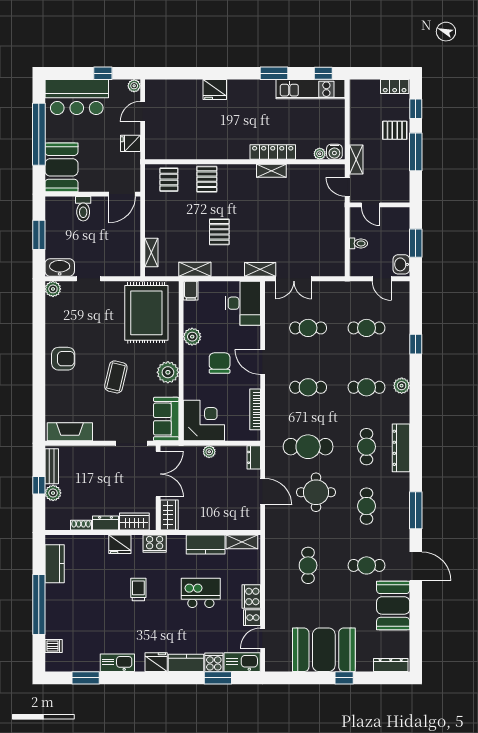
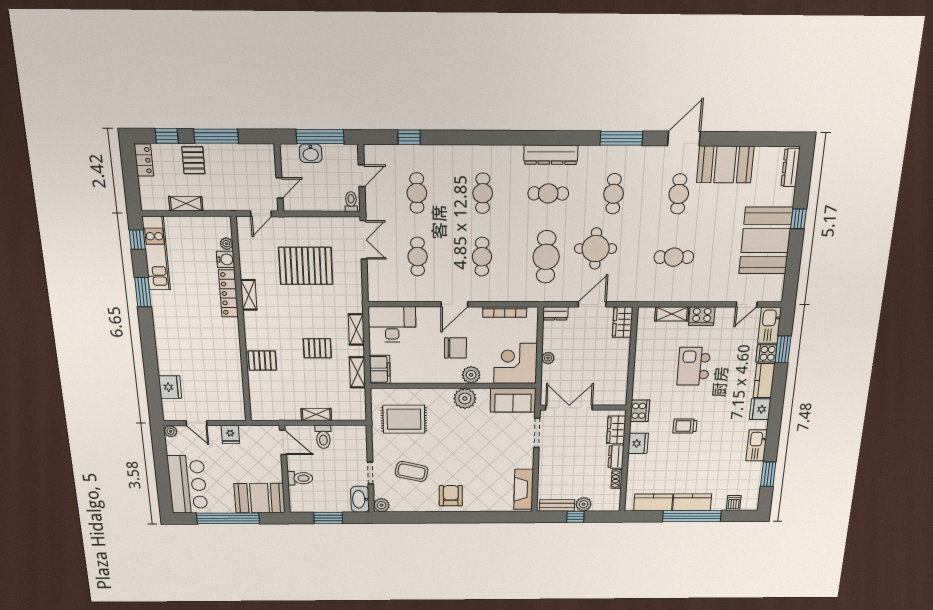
window: (103, 73) -> (161, 461), removed
fridge: (215, 90) -> (170, 387), moved
water cooler: (334, 152) -> (226, 259), moved
shelving: (356, 159) -> (186, 204), moved
pallet: (169, 180) -> (306, 266), moved, width x2.05, depth x2.00
toilet: (128, 234) -> (323, 437), added
toilet: (359, 243) -> (351, 202), moved
window: (416, 243) -> (320, 137), width x1.44
shelving: (151, 252) -> (316, 414), moved
washbasin: (401, 264) -> (311, 153), moved
shelving: (260, 269) -> (356, 329), moved
double door: (294, 279) -> (364, 240), moved
filing cabinet: (191, 291) -> (380, 369), width x2.00
rug: (146, 313) -> (404, 419), width x0.73, depth x0.69
plant: (192, 337) -> (471, 375), moved
window: (416, 344) -> (409, 137), moved
chair: (220, 363) -> (455, 348), turned 180
coffee table: (116, 377) -> (412, 471), moved
plant: (402, 386) -> (481, 154), removed
cafe table: (367, 506) -> (614, 194), turned 90
wardrobe: (169, 515) -> (623, 322), moved, turned -90
shelving: (242, 542) -> (672, 314), moved, turned 90
kitchen counter: (206, 544) -> (692, 502), moved, turned -90
cooker: (252, 618) -> (724, 315), removed
door: (263, 638) -> (747, 304), hinge flipped

